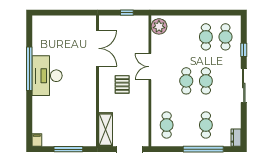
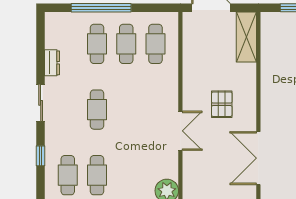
cafe table: (186, 81) -> (126, 44), moved
sliding door: (244, 85) -> (41, 103), width x0.73
dresser: (236, 138) -> (52, 63), moved

